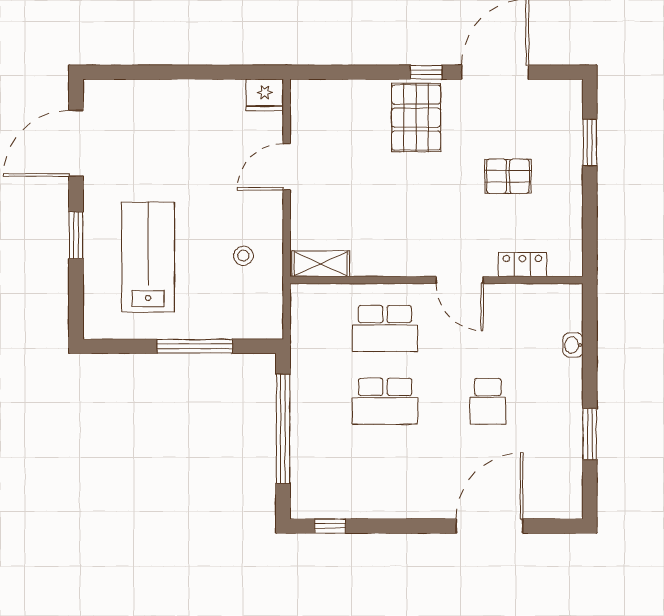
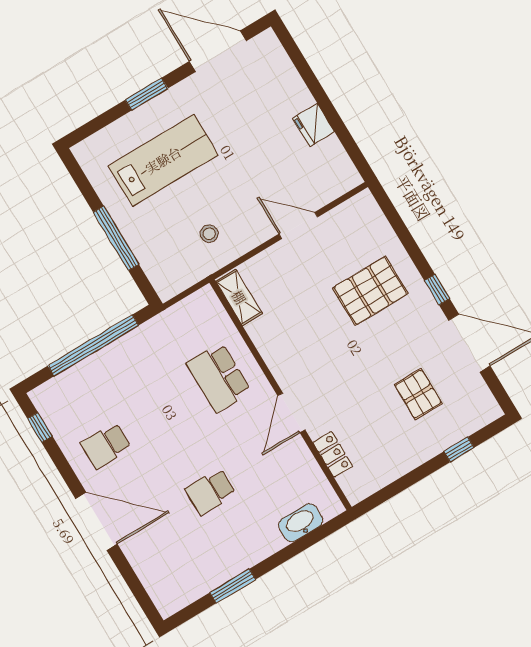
fridge: (265, 95) -> (314, 125), moved
pallet: (416, 118) -> (370, 291), moved
window: (590, 143) -> (459, 449), width x0.67
pallet: (508, 176) -> (418, 394), moved
washbasin: (573, 345) -> (301, 523), width x1.91, depth x1.45
school desk: (385, 401) -> (106, 446), moved, width x0.54
door: (490, 526) -> (96, 521), moved

